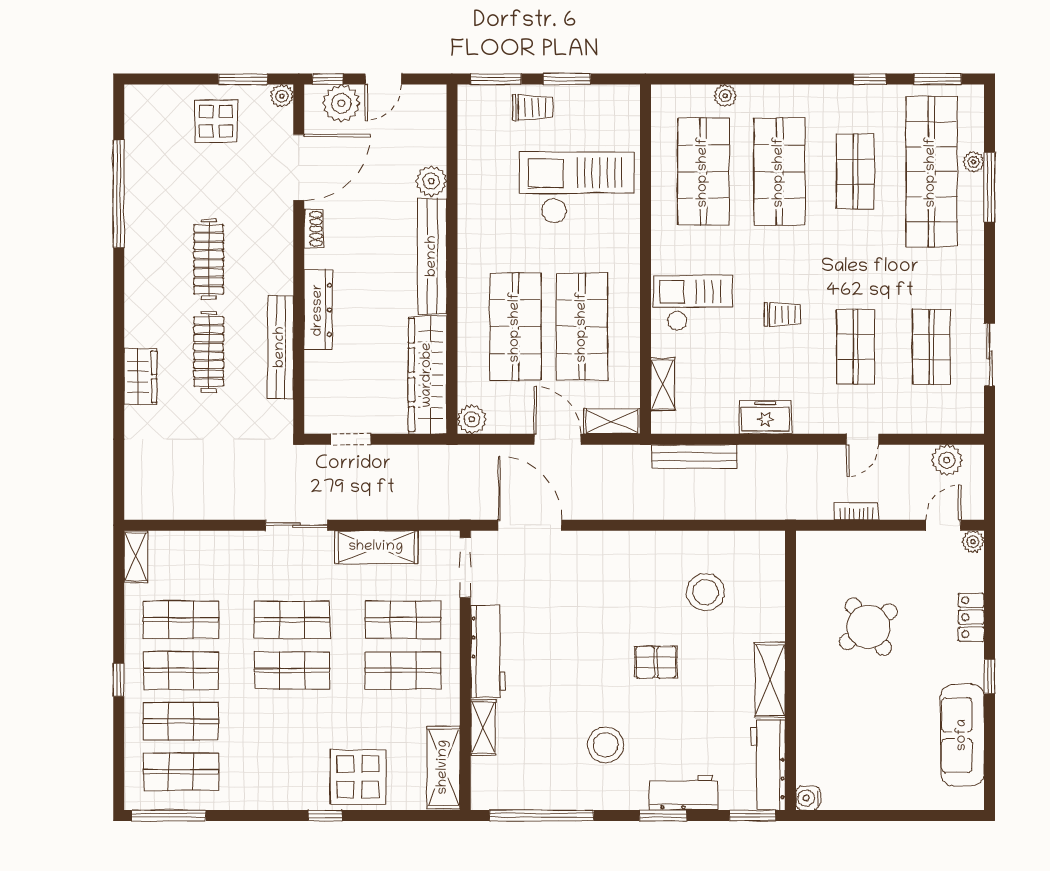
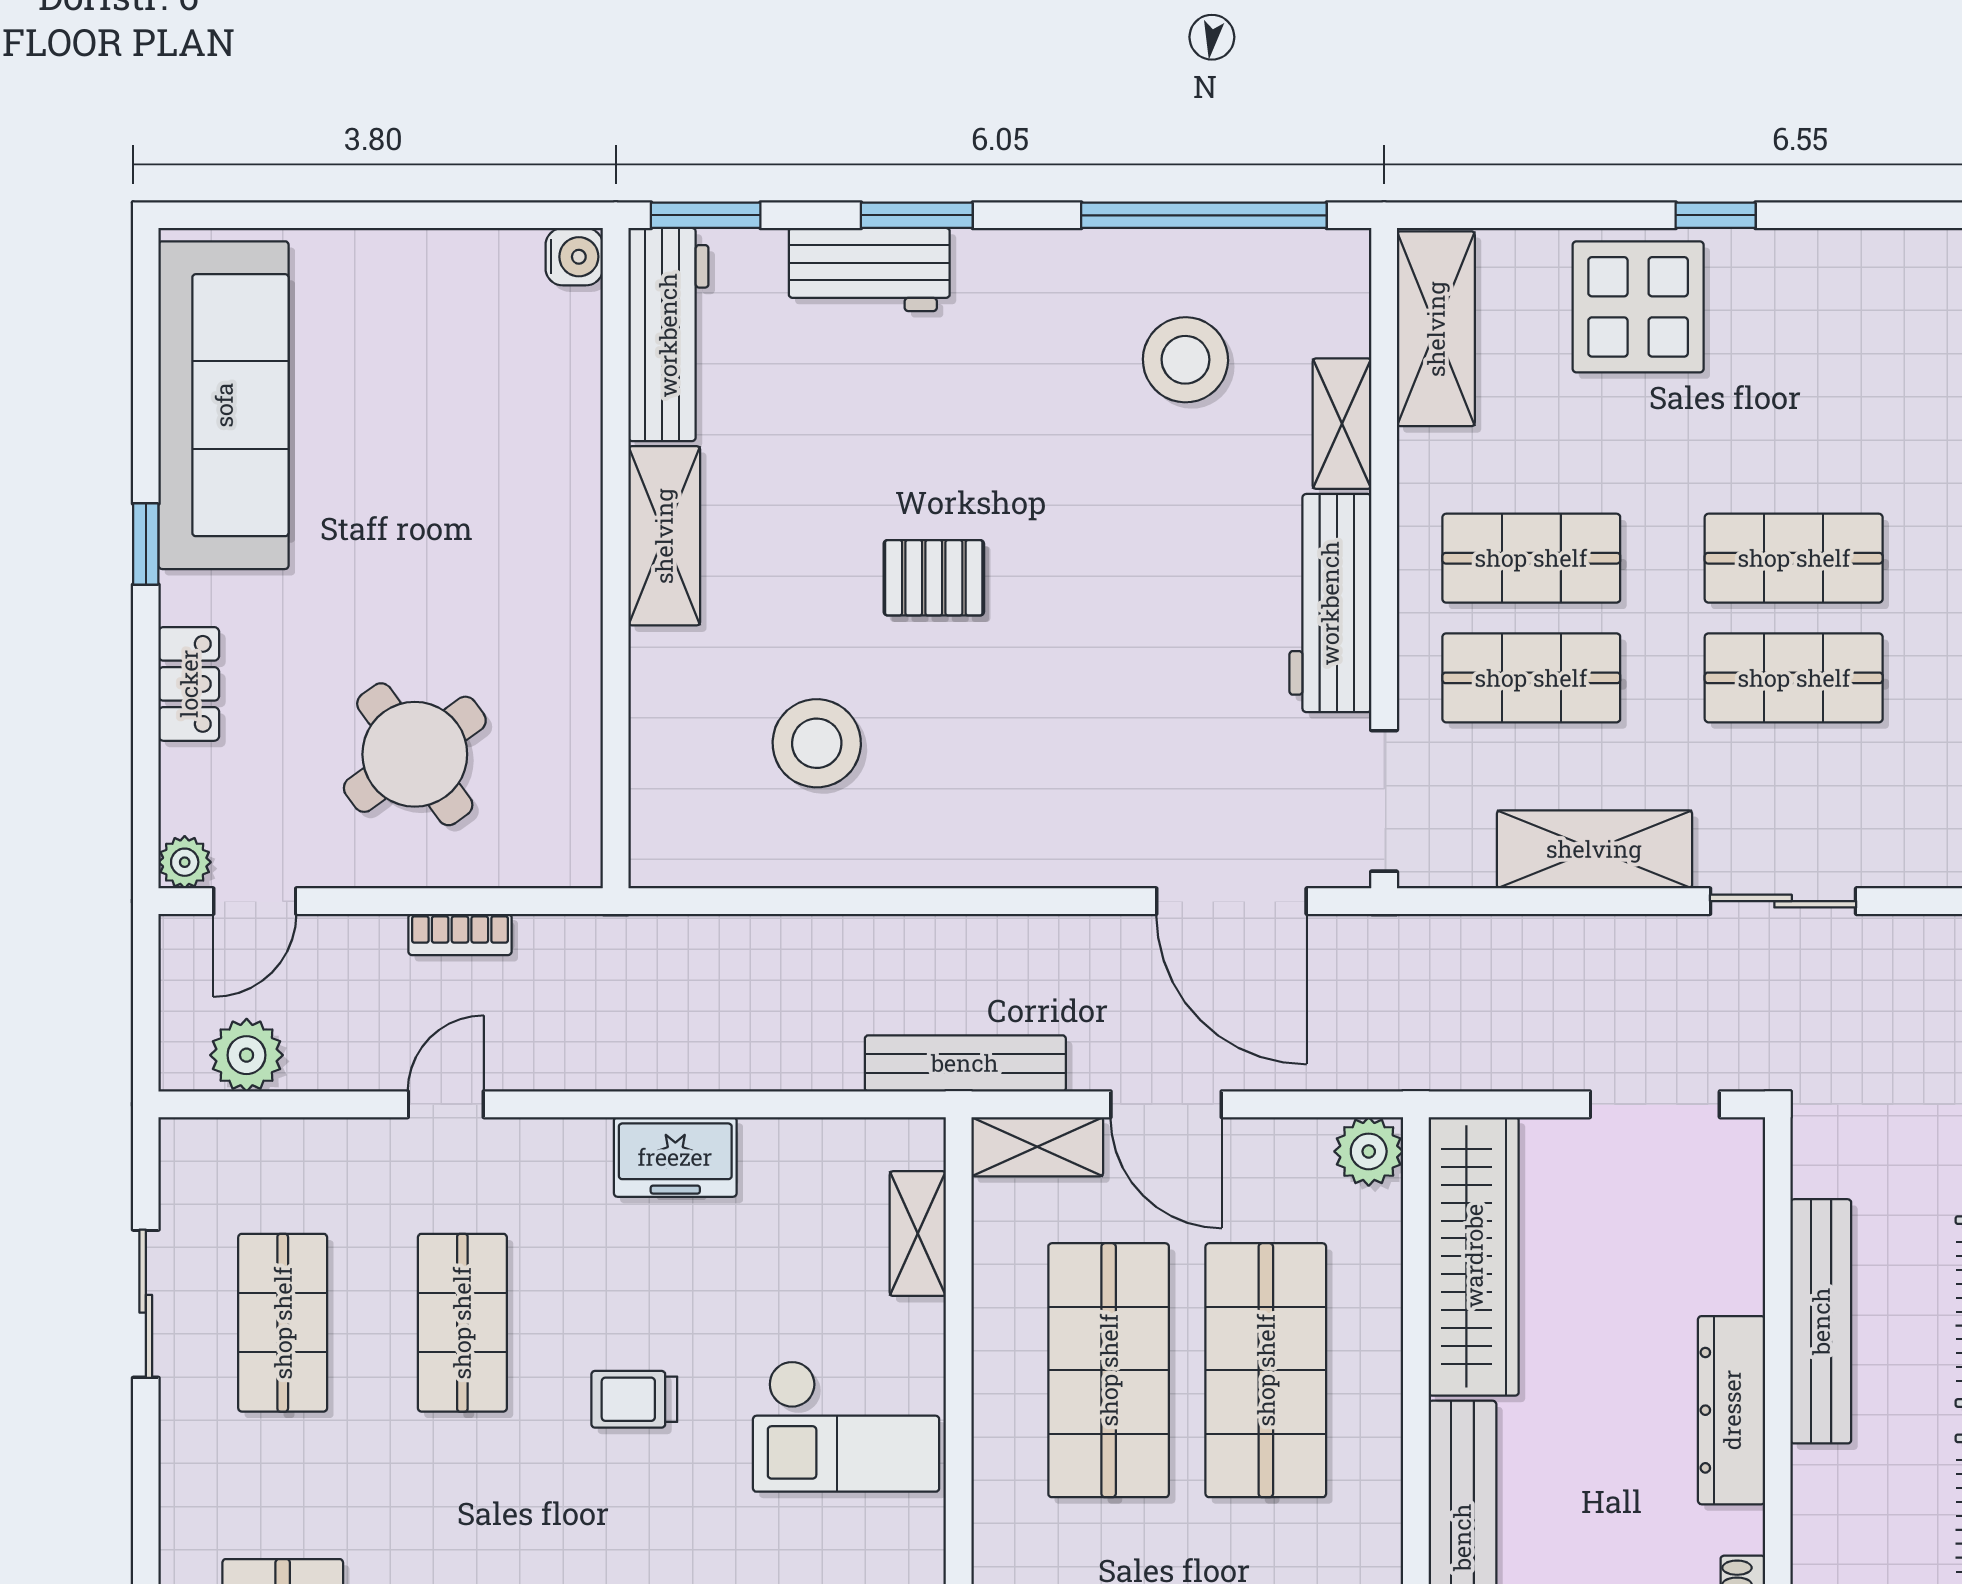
doorway: (351, 439) -> (1655, 1104), width x1.38
bench: (695, 457) -> (965, 1063), moved
round table: (868, 627) -> (415, 754), moved
sofa: (962, 735) -> (224, 405), width x1.36, depth x1.27
stool: (606, 745) -> (1185, 360), moved

